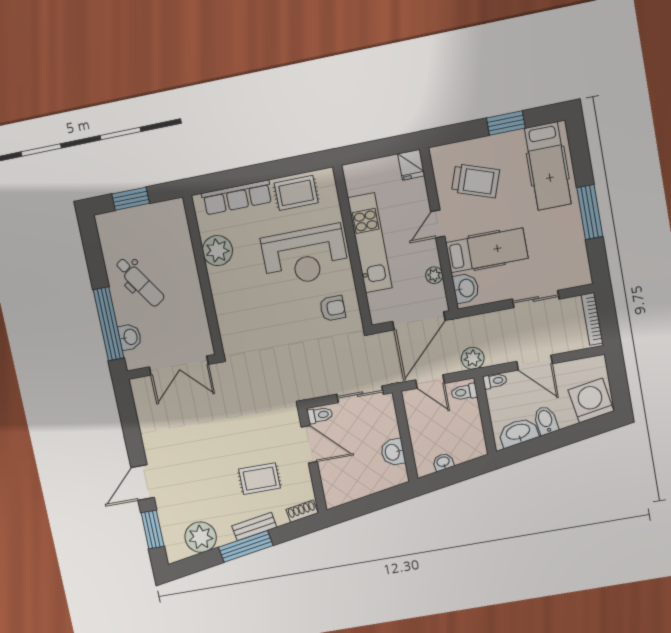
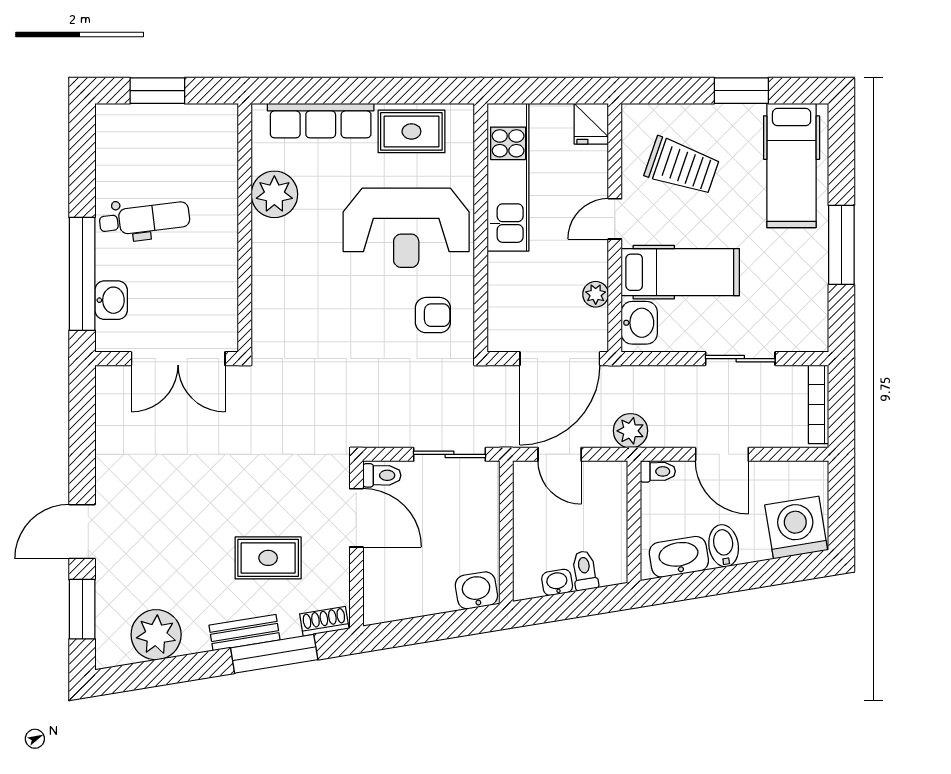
kitchen unit: (370, 243) -> (508, 177), moved
dental chair: (140, 282) -> (144, 219), turned -63
toilet: (464, 392) -> (585, 571), moved, turned 81
washbasin: (393, 452) -> (476, 590), moved, turned 81
window: (246, 546) -> (274, 654), moved

